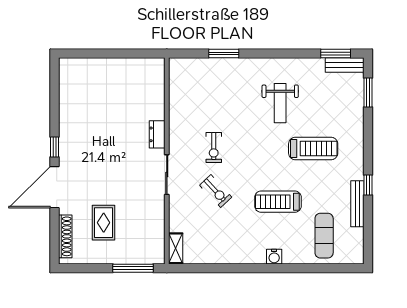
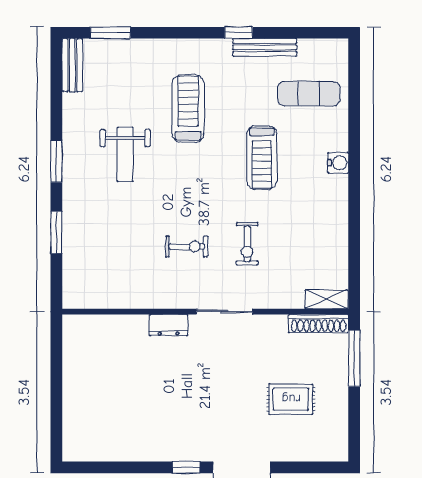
window: (336, 53) -> (56, 161), moved
weight bench: (280, 103) -> (125, 154), turned 90
exercise bike: (216, 191) -> (247, 244), turned 133
shoe rack: (65, 236) -> (319, 324), moved, turned 180

